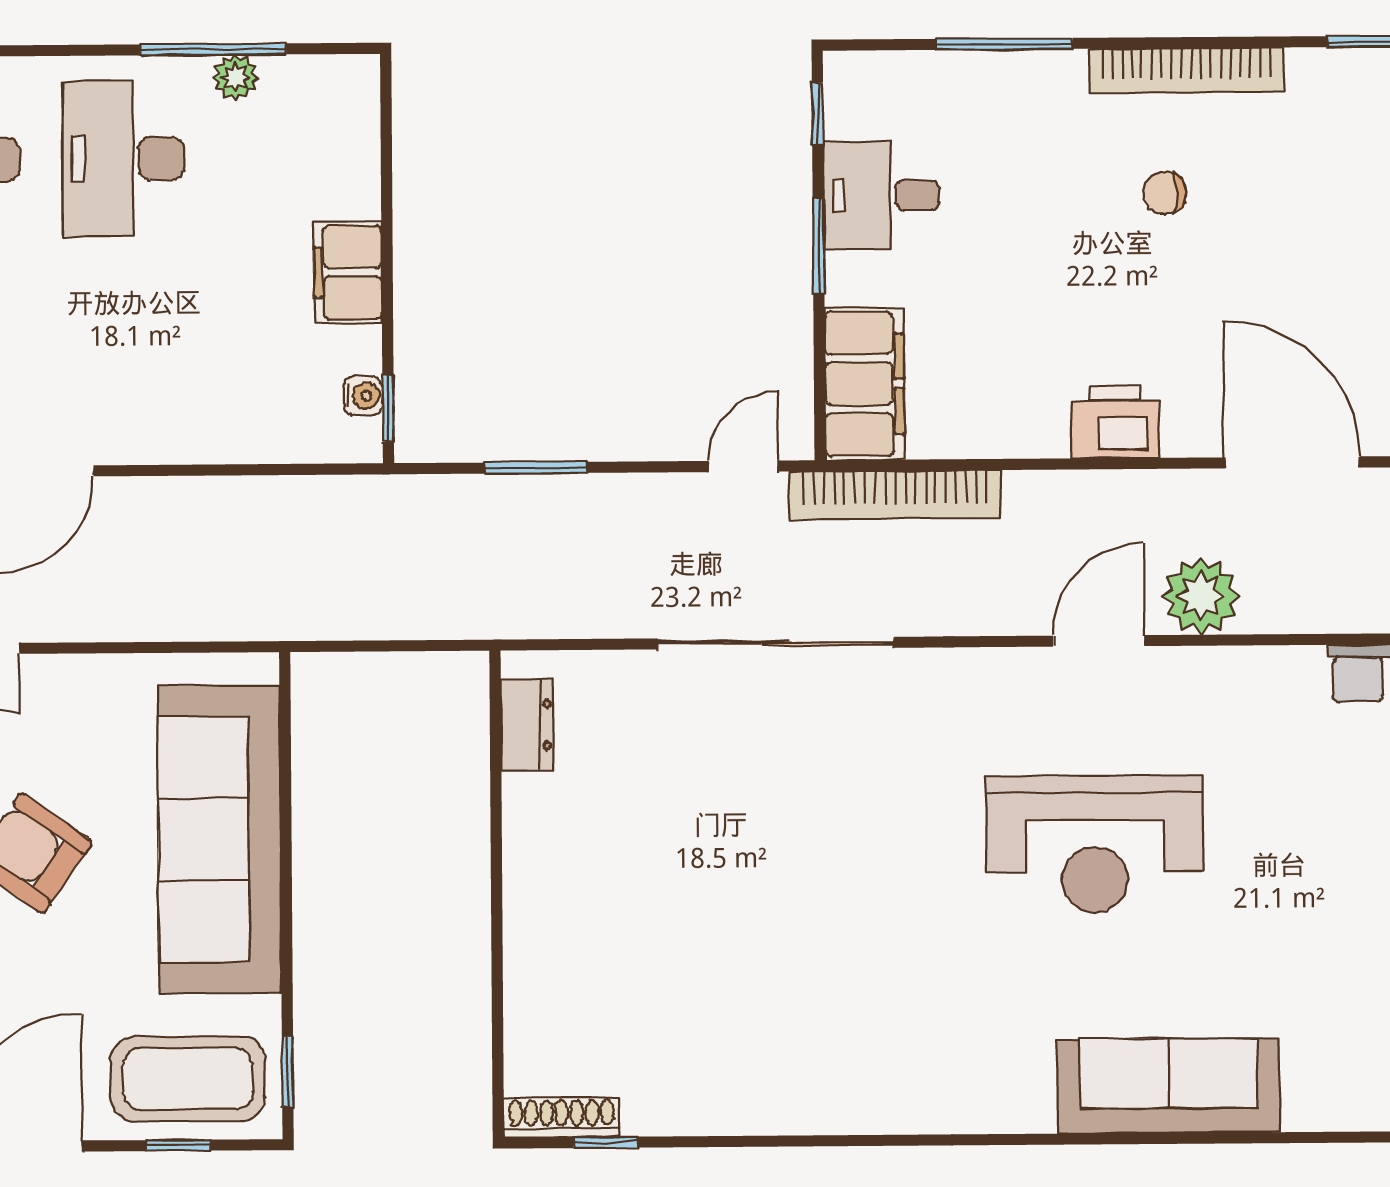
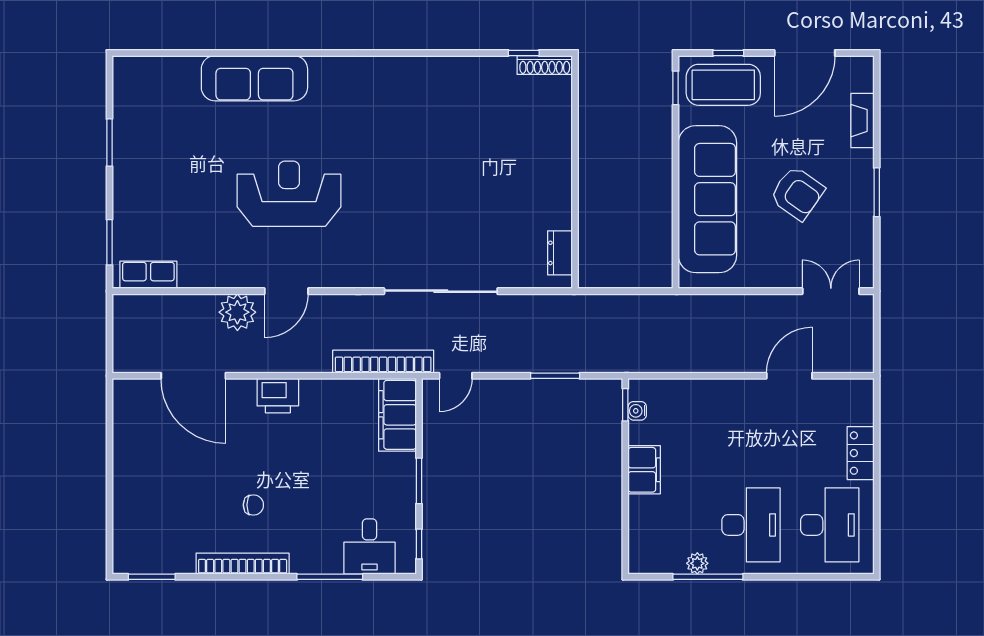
desk: (882, 195) -> (369, 547), moved, turned 90

